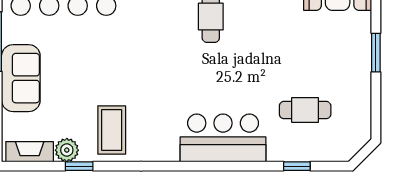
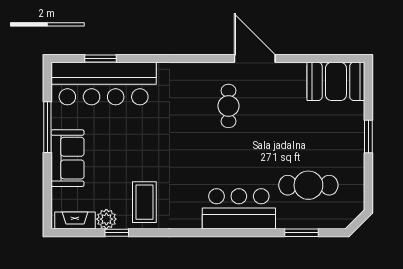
cafe table: (305, 110) -> (308, 185), width x1.37, depth x1.35
window: (297, 166) -> (302, 233), width x1.50

